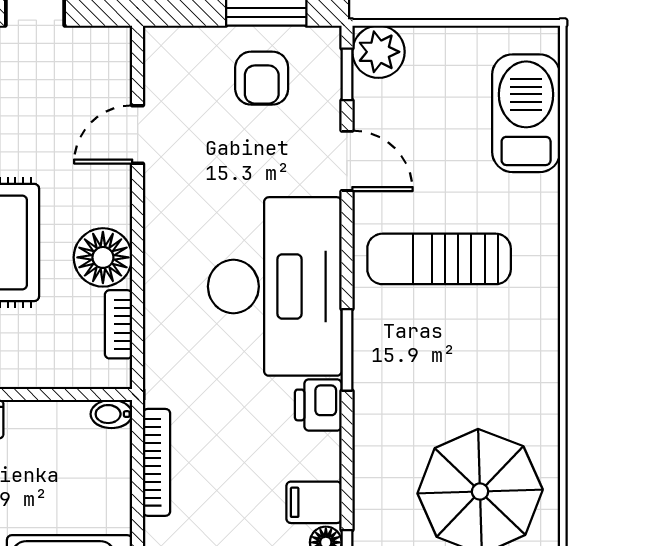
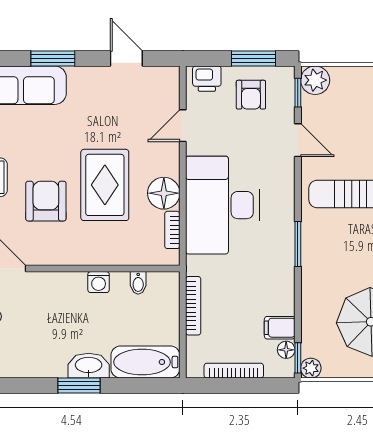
desk: (275, 286) -> (222, 205), moved, turned 180
printer: (318, 405) -> (207, 79), moved, turned -90
bidet: (111, 414) -> (138, 283), moved, turned -90

